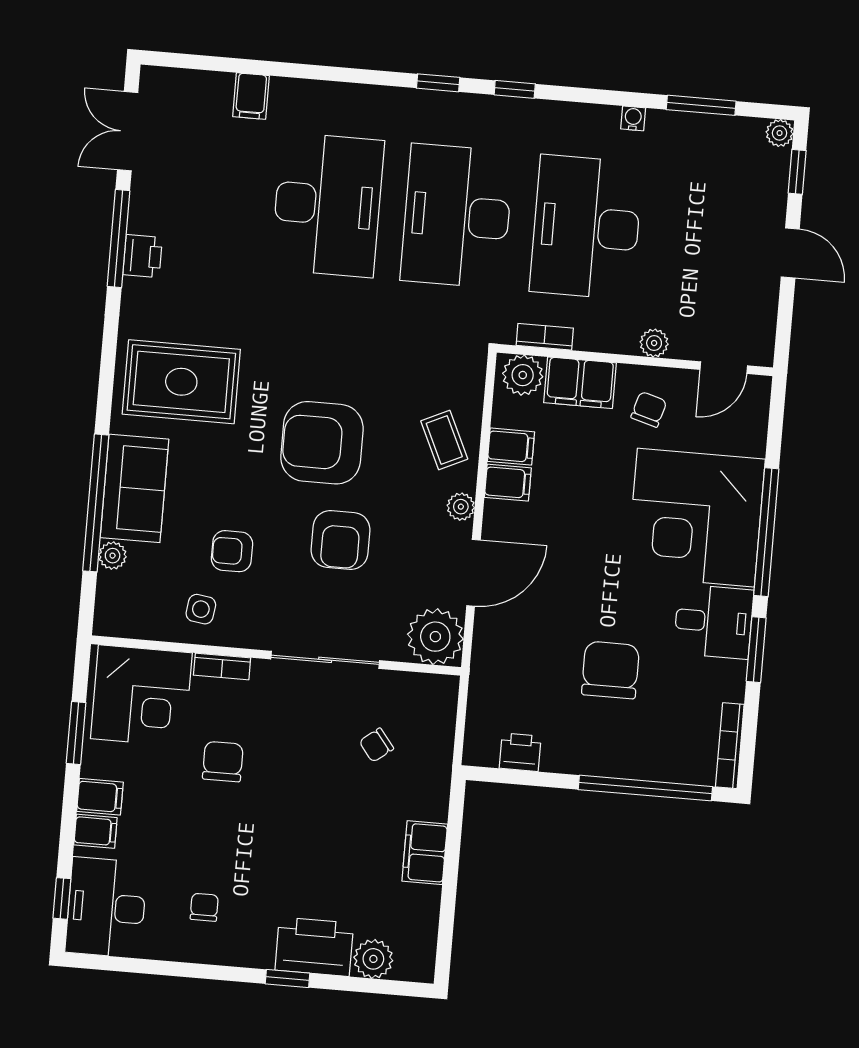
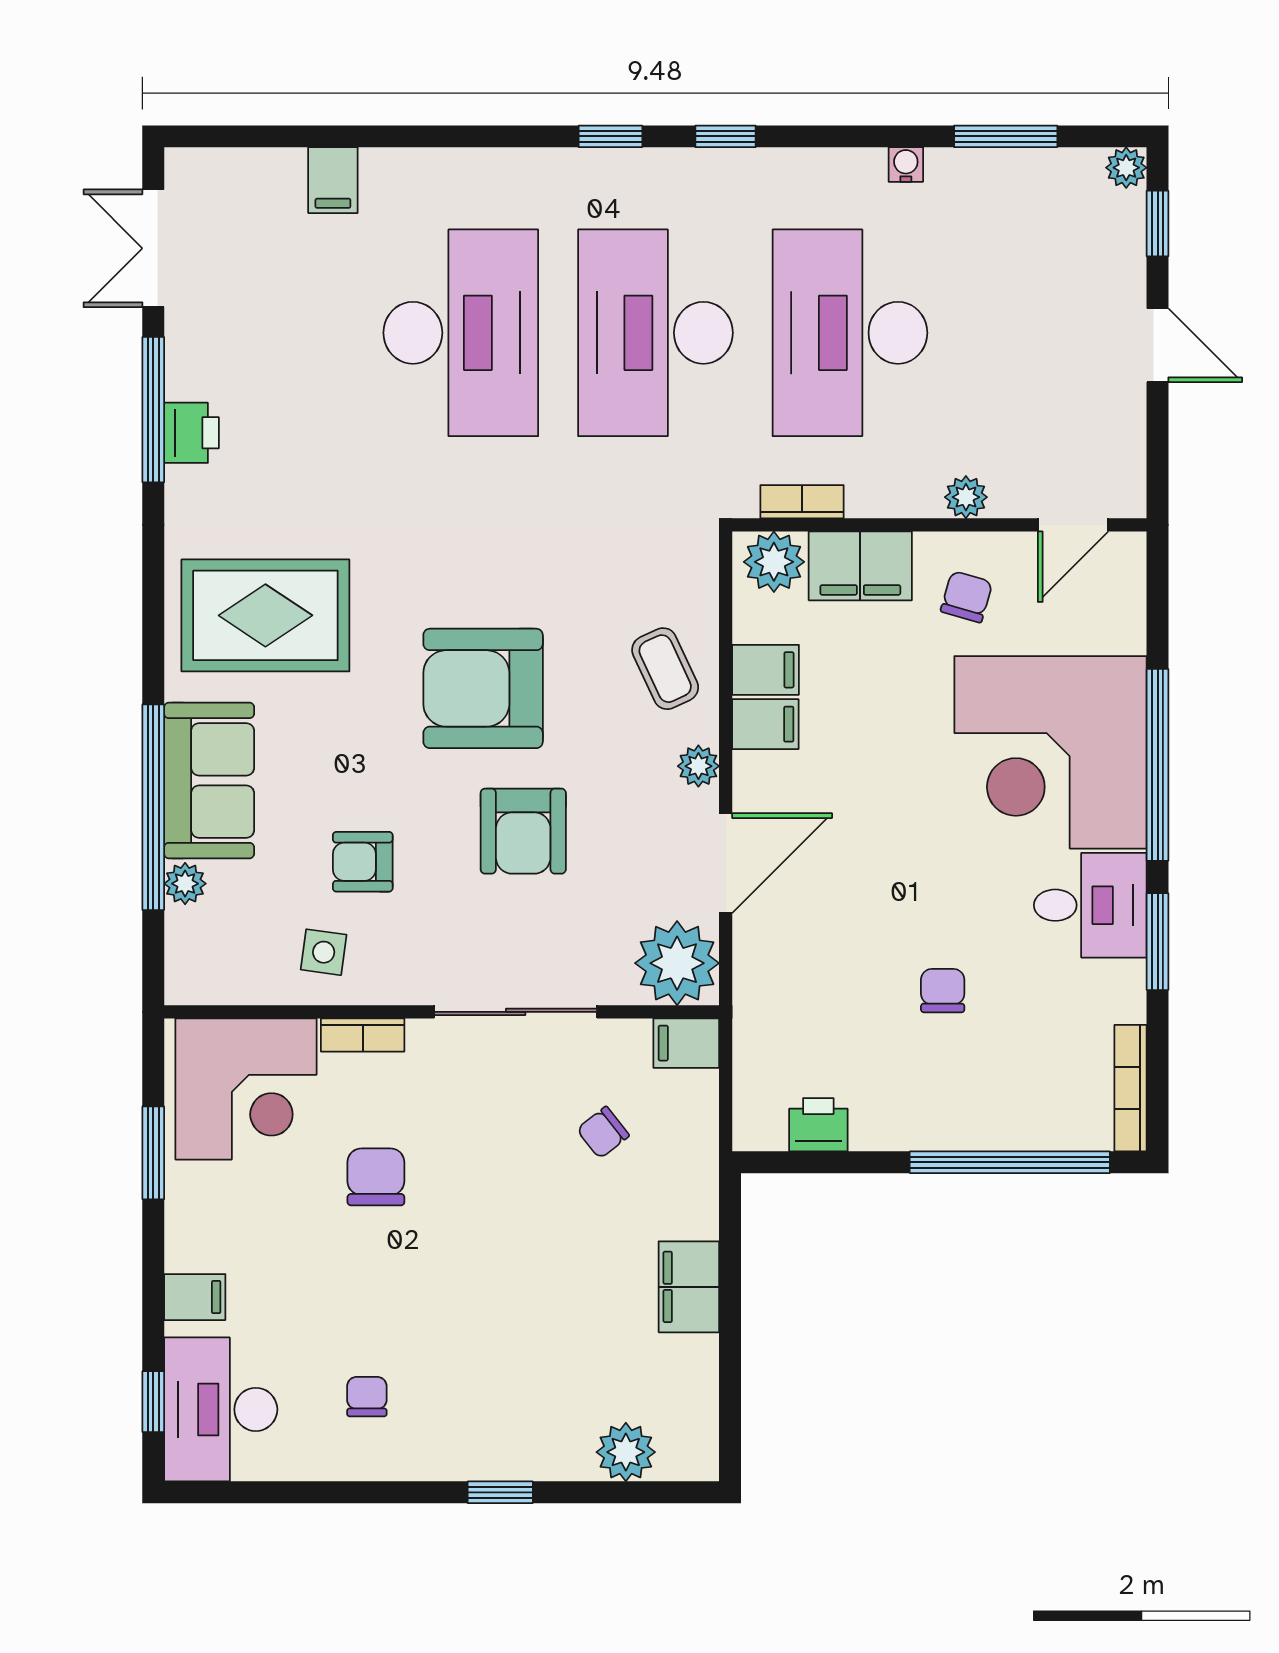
chair: (610, 670) -> (943, 991), width x0.54, depth x0.54
filing cabinet: (100, 797) -> (686, 1043), moved, turned 180
printer: (314, 947) -> (536, 1441), removed

